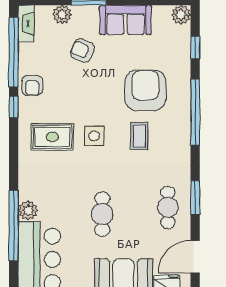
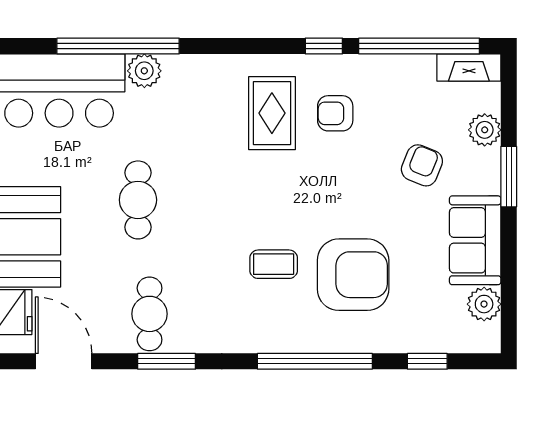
plant: (181, 15) -> (484, 304), moved
armchair: (32, 85) -> (335, 113), moved
side table: (94, 136) -> (274, 186), removed
cafe table: (168, 207) -> (150, 314), turned 90
cafe table: (102, 214) -> (138, 200), turned 90

